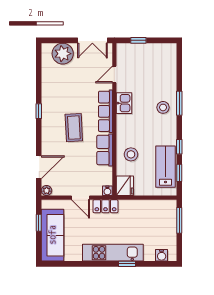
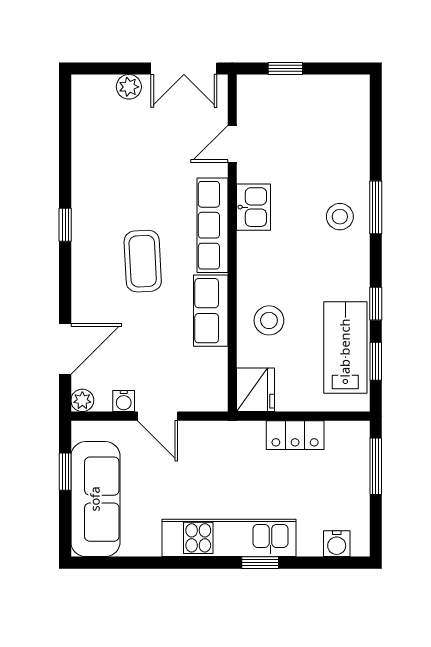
plant: (63, 54) -> (129, 87), width x0.53, depth x0.53
water cooler: (107, 191) -> (124, 401), moved
locker: (105, 206) -> (295, 435), moved

